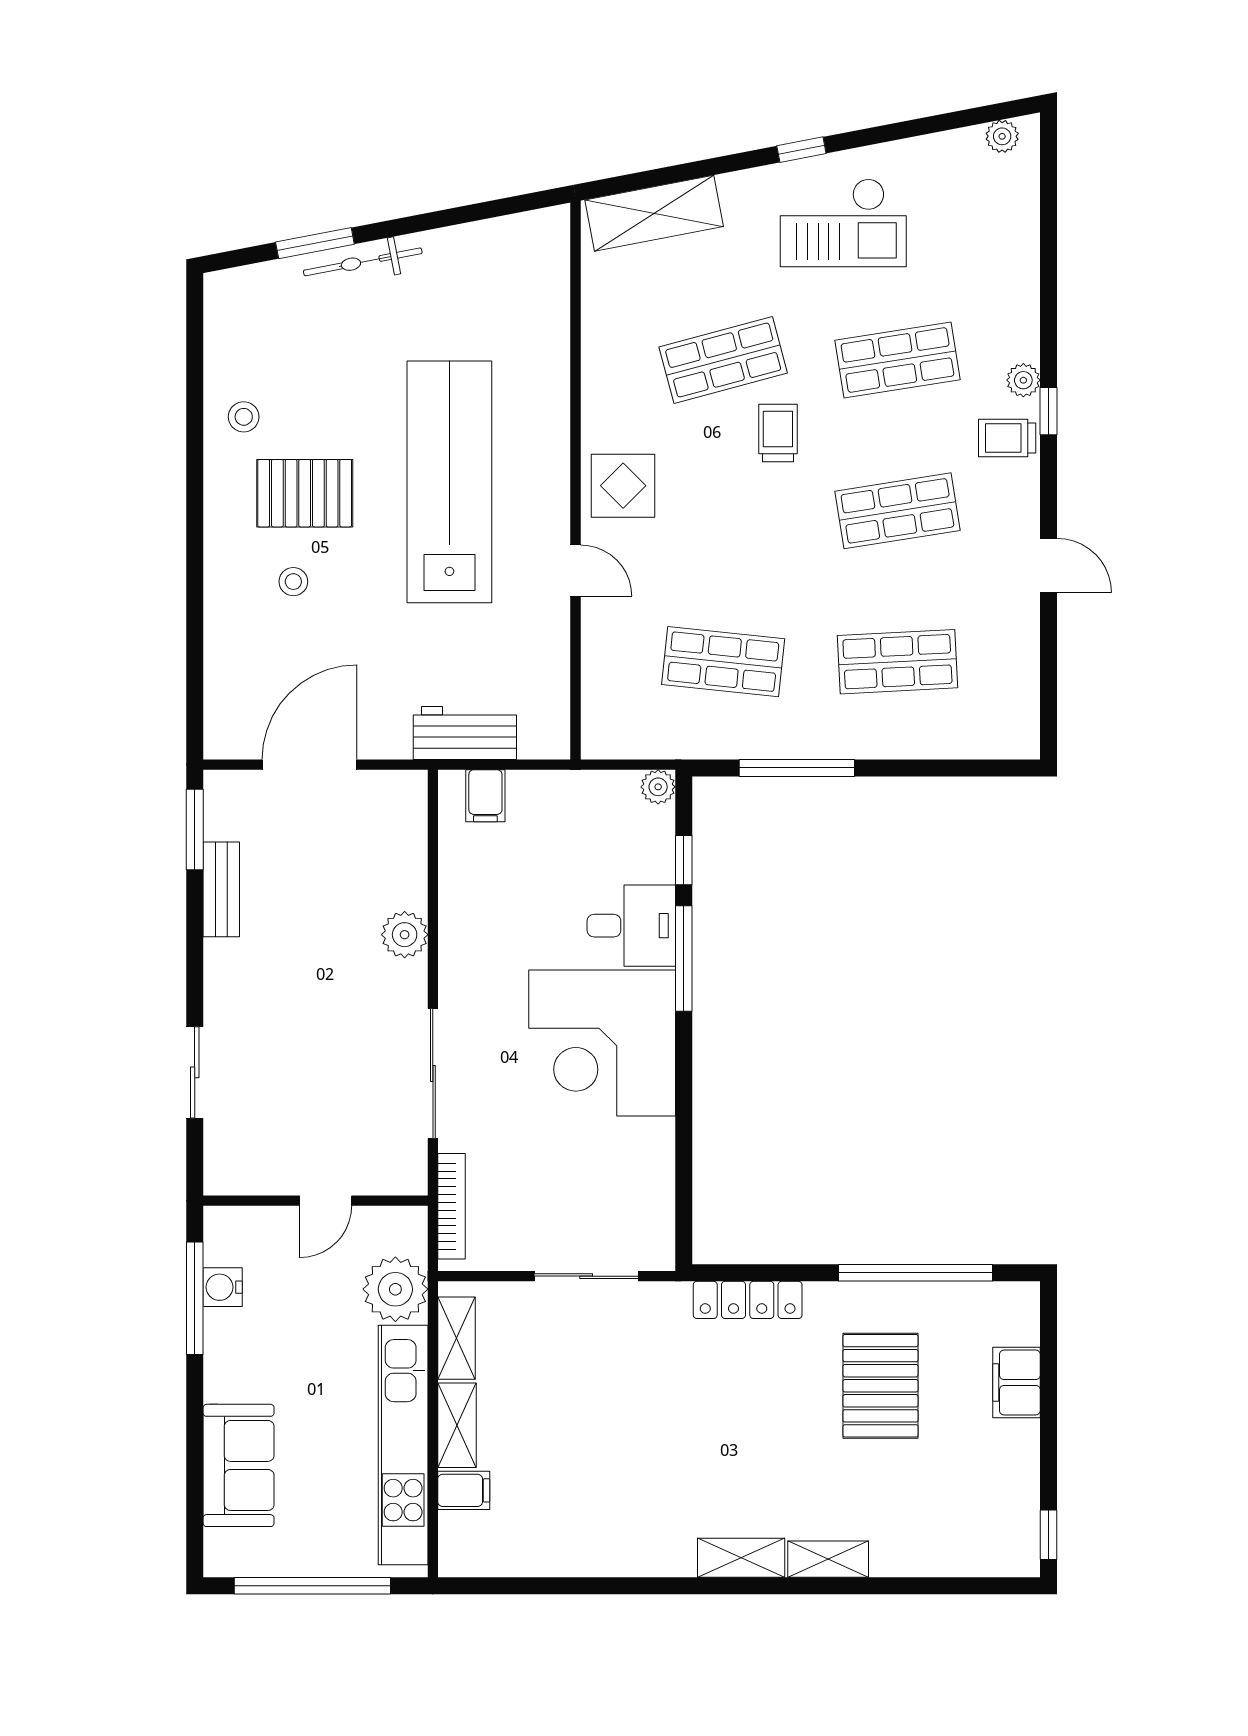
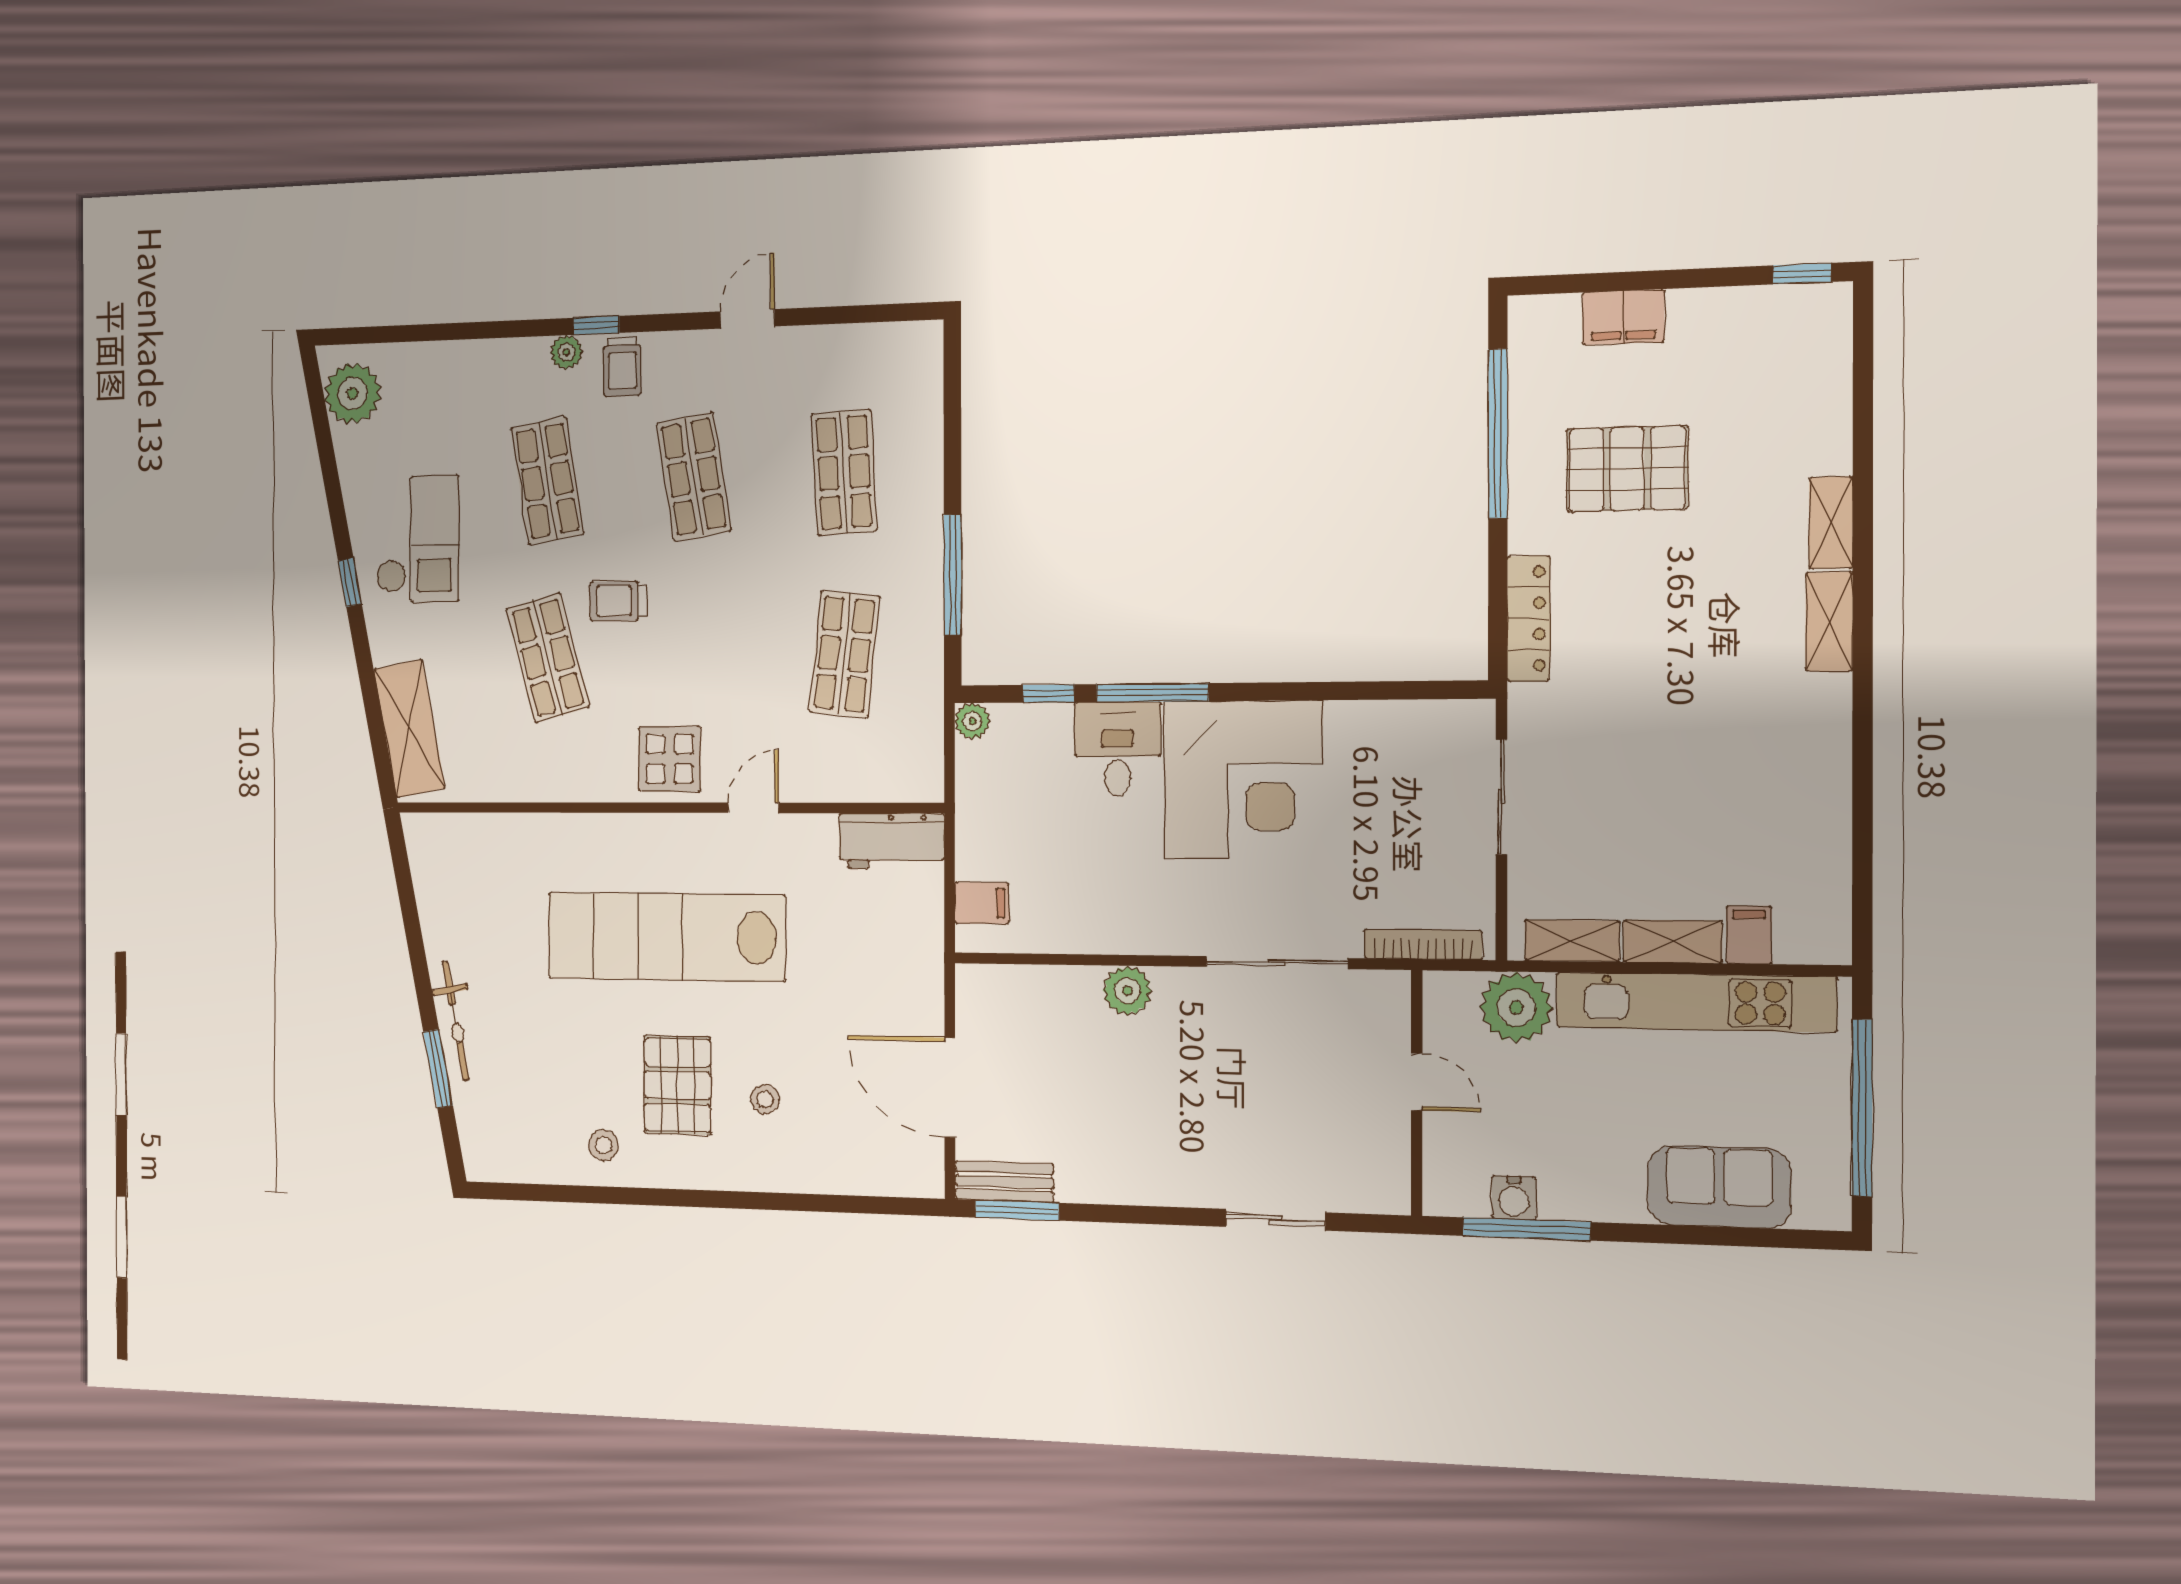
plant: (1002, 136) -> (353, 393), width x1.88, depth x1.88
workbench: (465, 733) -> (892, 841), moved, turned -90
bench: (221, 889) -> (1004, 1182), moved

